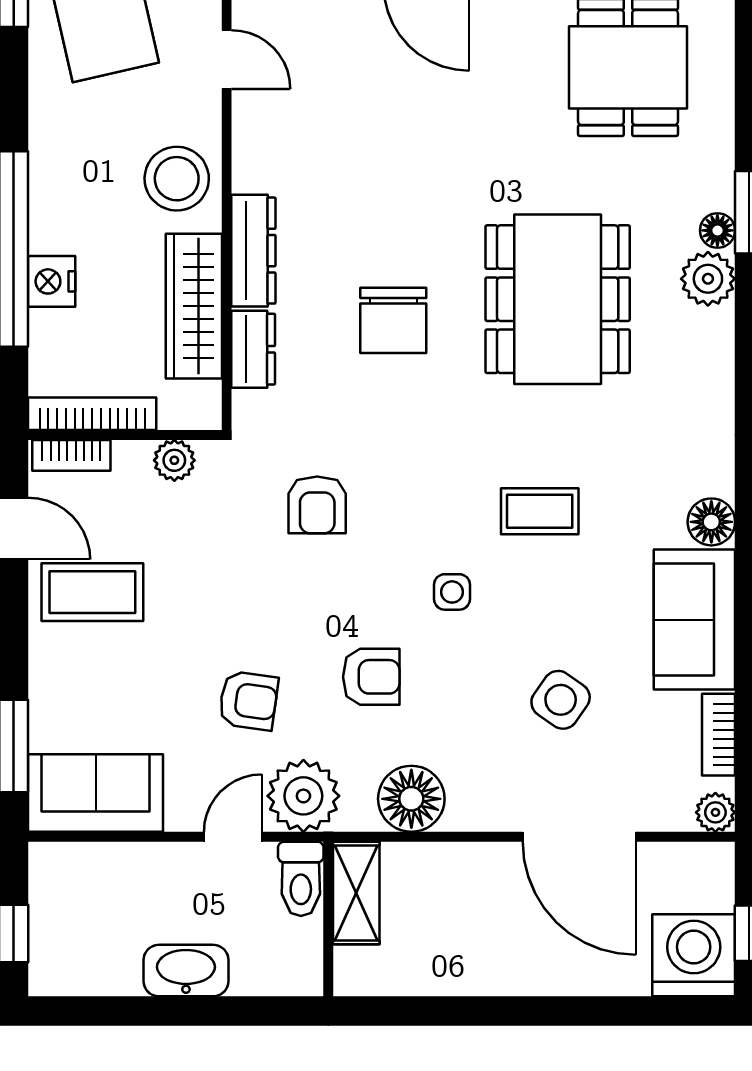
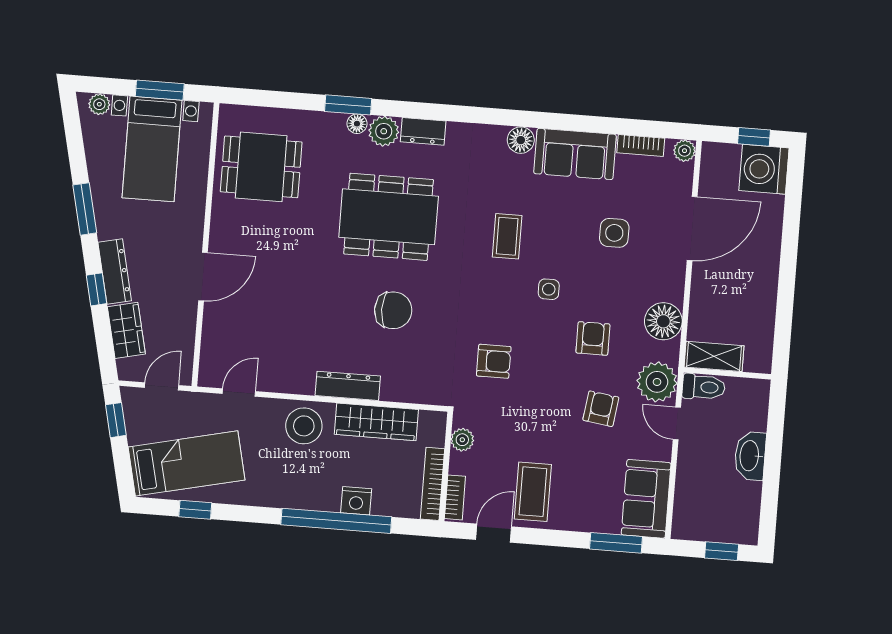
dresser: (253, 349) -> (423, 131), moved, turned 180
side table: (561, 700) -> (614, 233), turned -35

